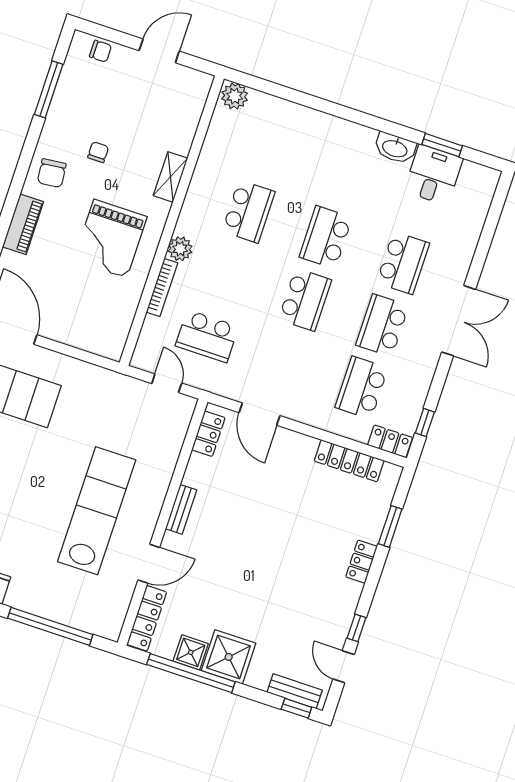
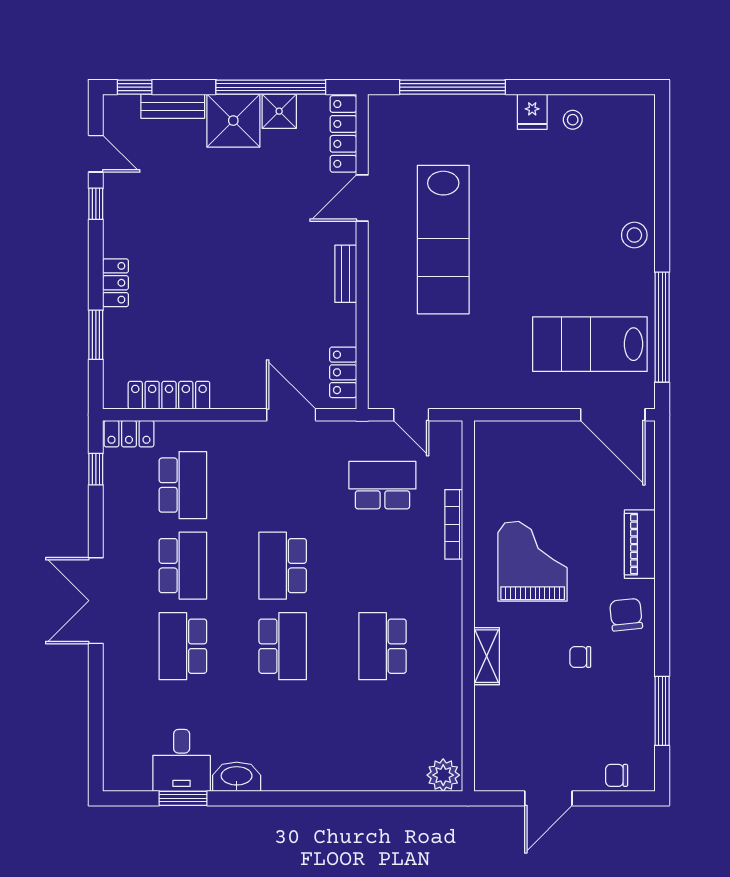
chair: (98, 152) -> (580, 657), turned 90
plant: (180, 249) -> (448, 576), removed
bench: (295, 691) -> (173, 106), moved

